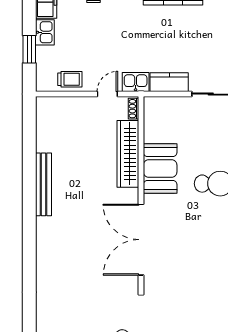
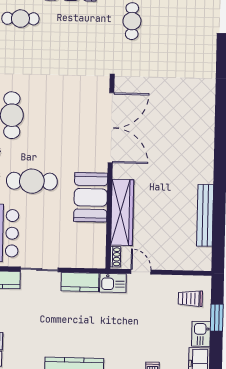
trolley: (70, 79) -> (190, 299), moved
door: (107, 94) -> (141, 272), swing flipped
bench: (43, 184) -> (205, 215), moved

